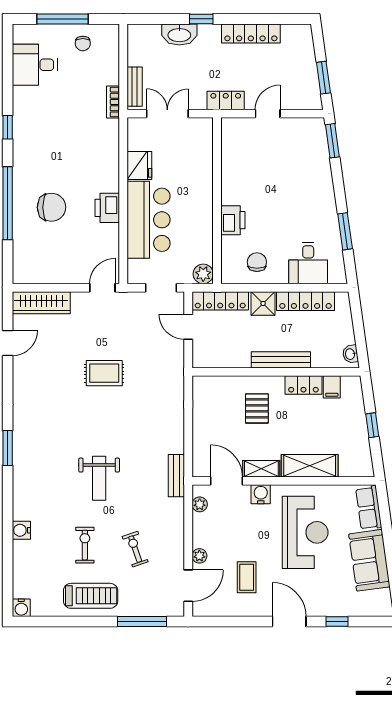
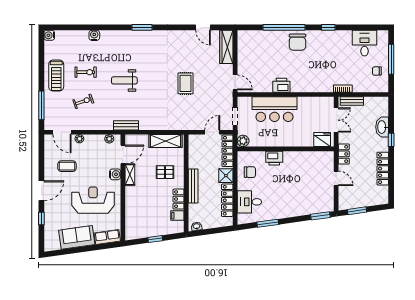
fridge: (139, 165) -> (322, 140), moved, turned 180
chair: (52, 207) -> (297, 42), moved
shelving: (310, 466) -> (166, 141), moved, turned 90
reception desk: (305, 532) -> (93, 200), turned 180

